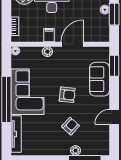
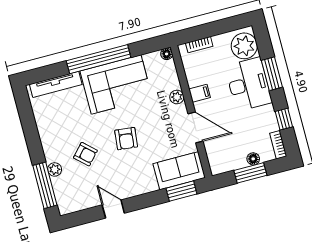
sofa: (99, 79) -> (179, 171), moved

